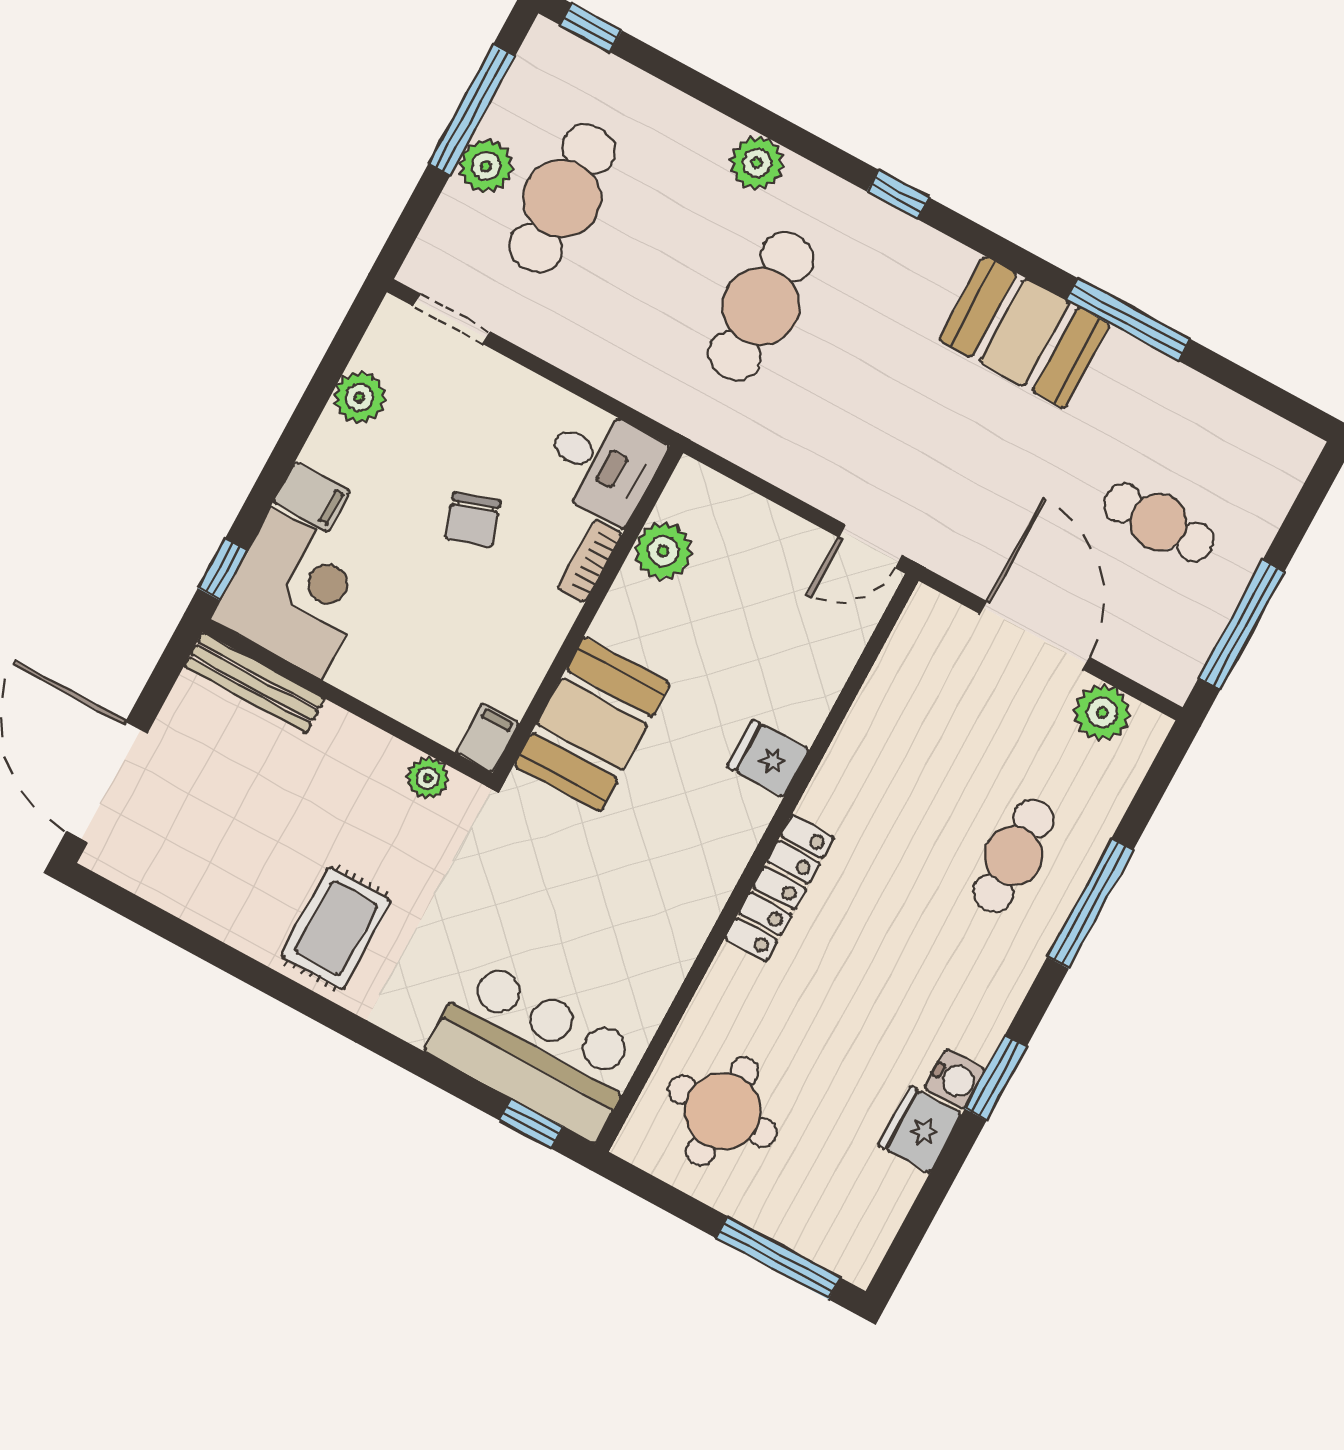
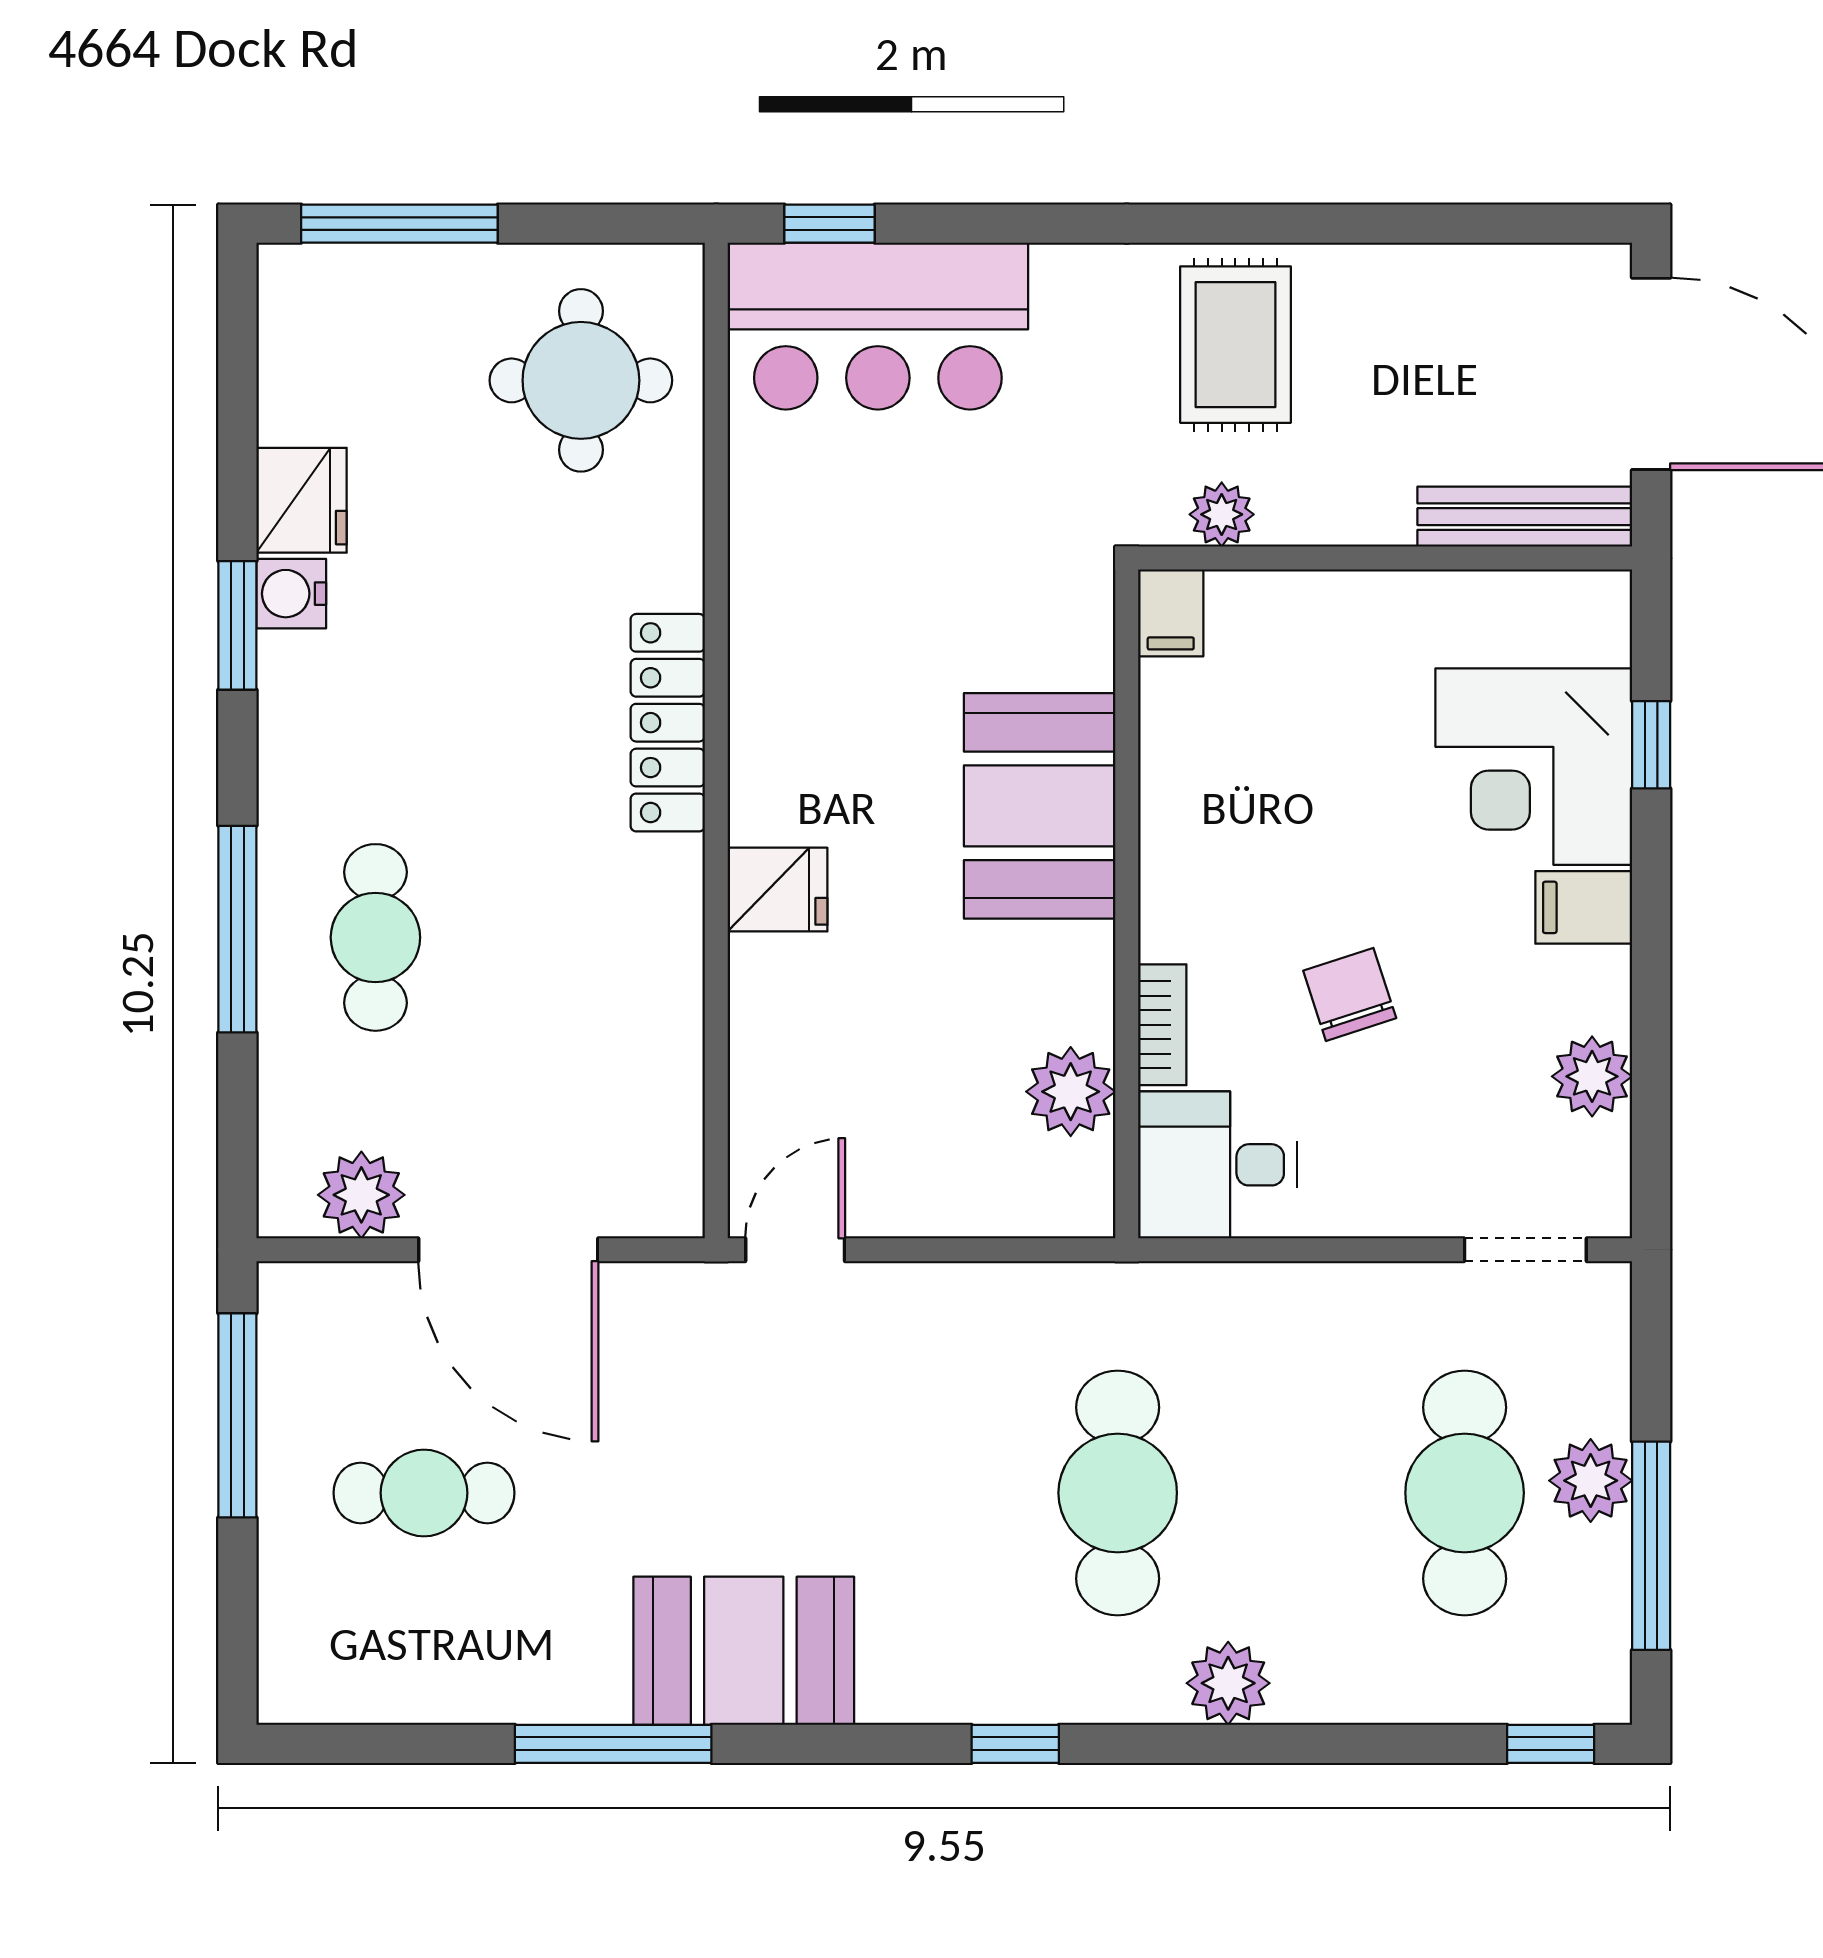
bench: (255, 683) -> (1525, 517), moved
wall: (347, 702) -> (1385, 558), moved
filing cabinet: (487, 738) -> (1171, 613), moved
plant: (428, 778) -> (1222, 514), moved

